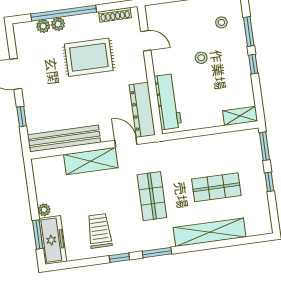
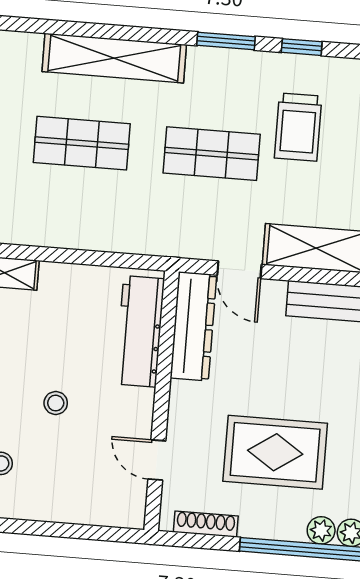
shop shelf: (152, 196) -> (212, 154), turned 90
trolley: (99, 231) -> (298, 127), moved

